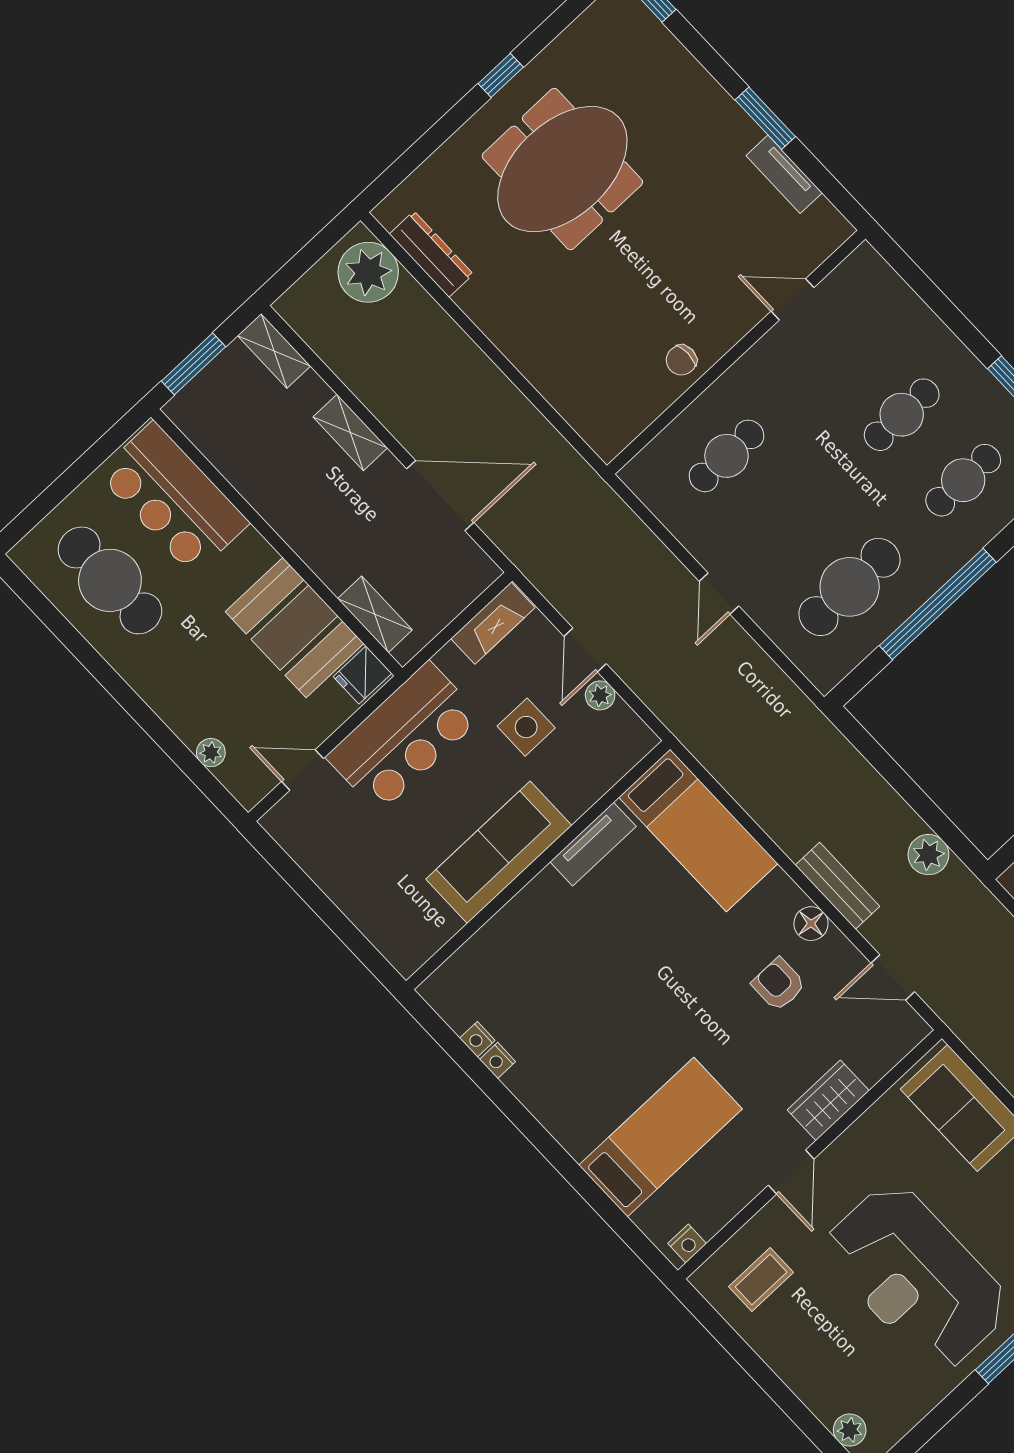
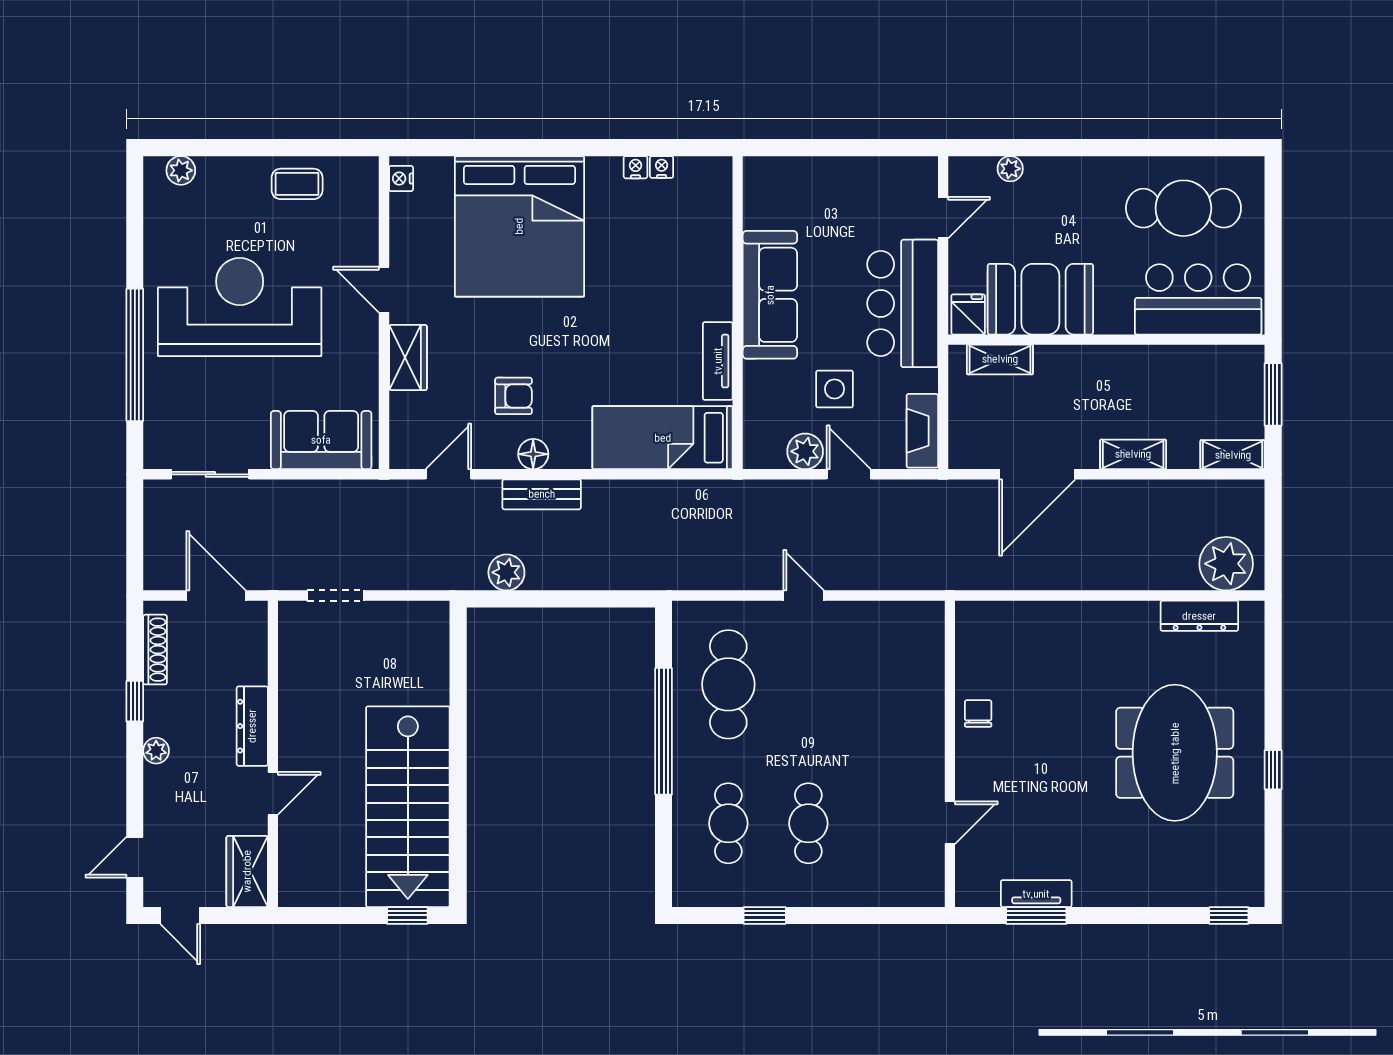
window: (765, 118) -> (1036, 915), moved
cafe table: (726, 456) -> (888, 684), removed
plant: (600, 695) -> (805, 451), width x1.38, depth x1.38
bed: (661, 1137) -> (519, 226), width x2.04
coffee table: (761, 1280) -> (297, 184), moved, turned 90

